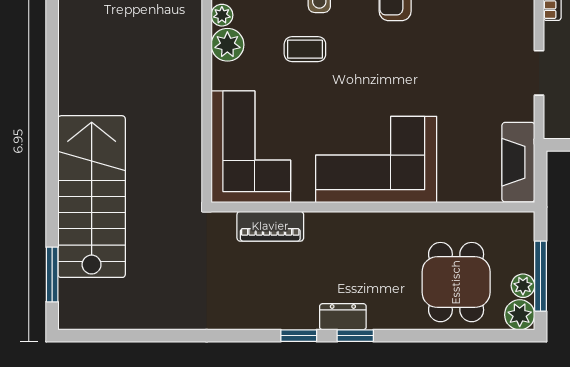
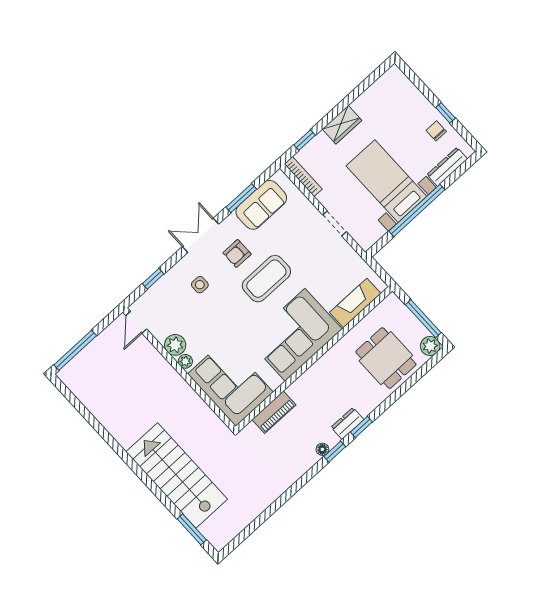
plant: (222, 15) -> (185, 361), moved
coffee table: (305, 49) -> (266, 279), moved, width x1.86, depth x1.72
fireplace: (518, 162) -> (355, 303), moved, turned 90
plant: (523, 286) -> (419, 331), removed
floor lamp: (287, 320) -> (322, 449), added

